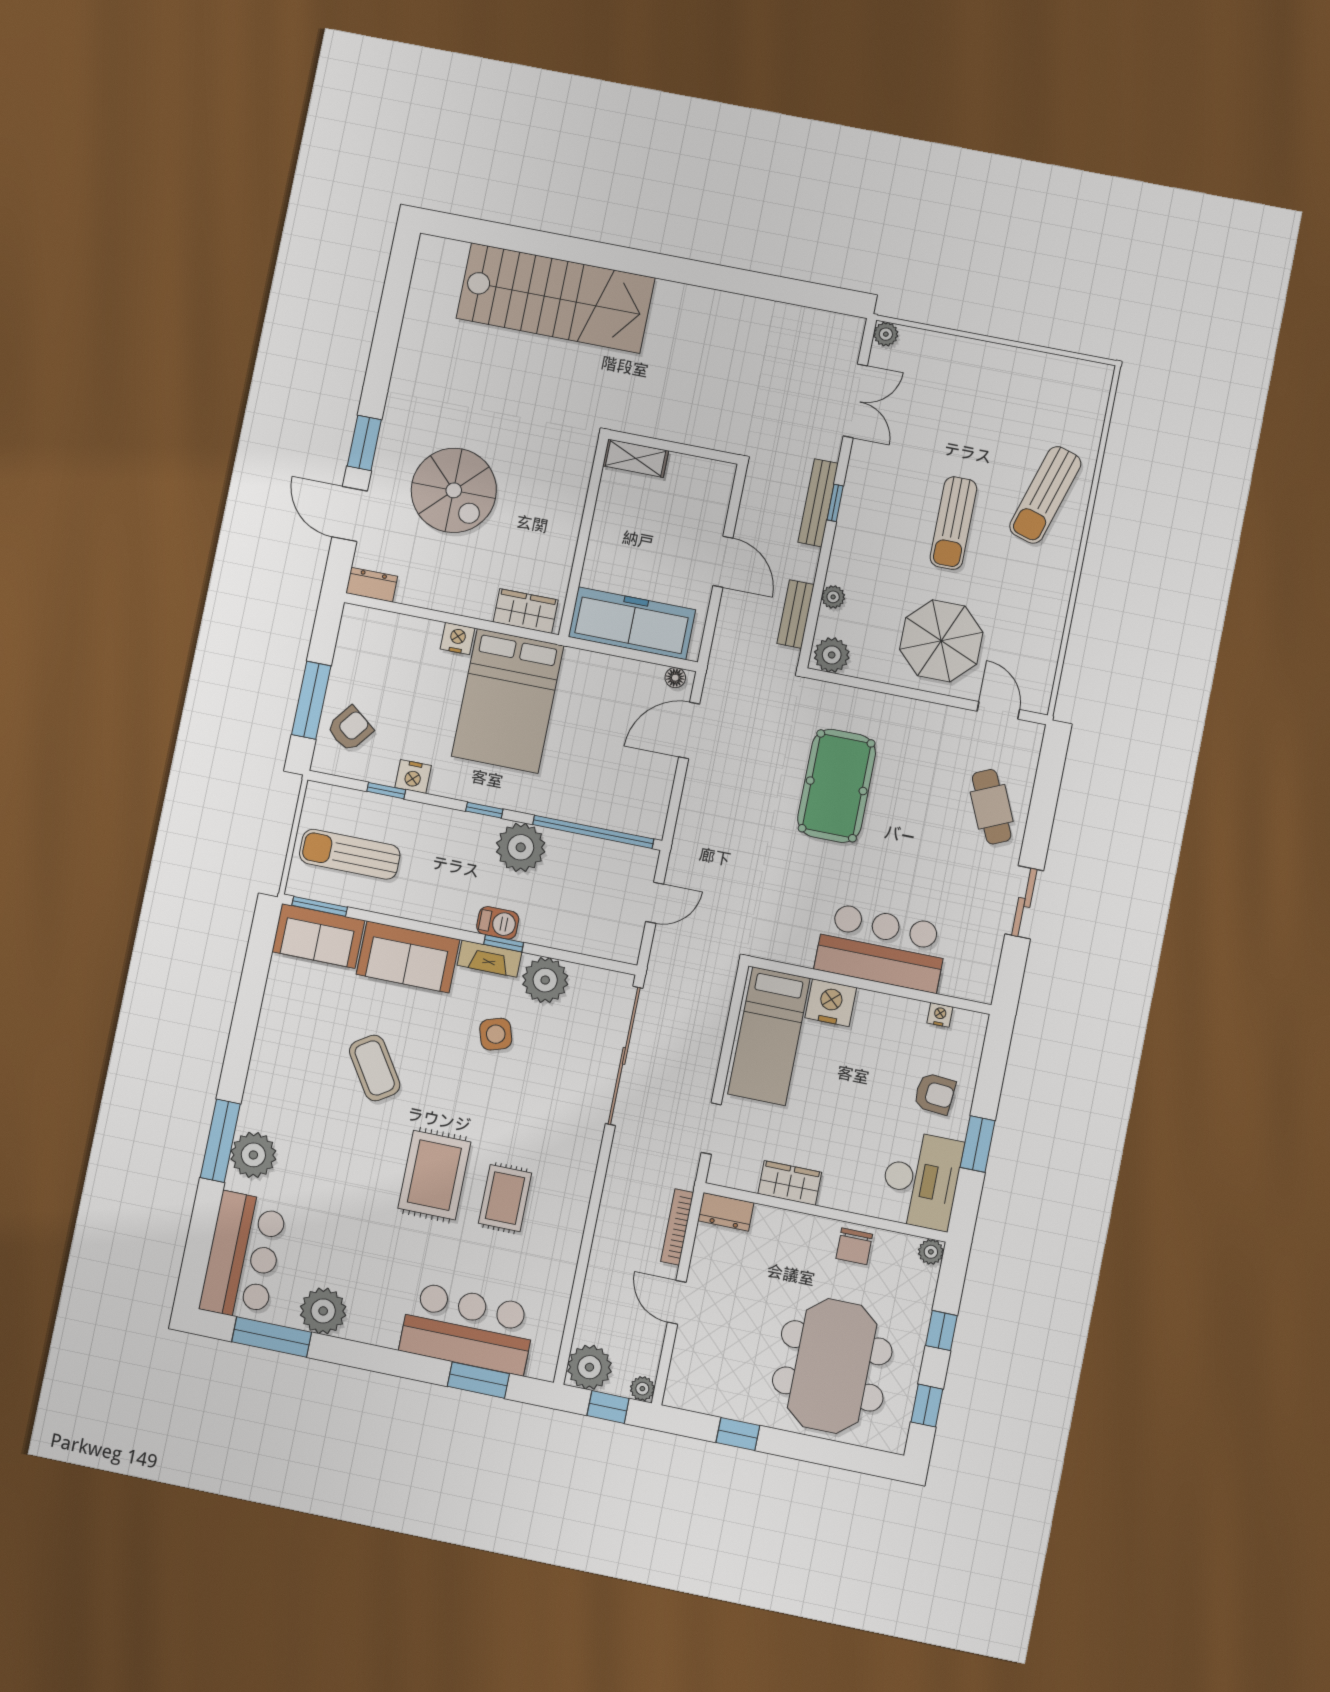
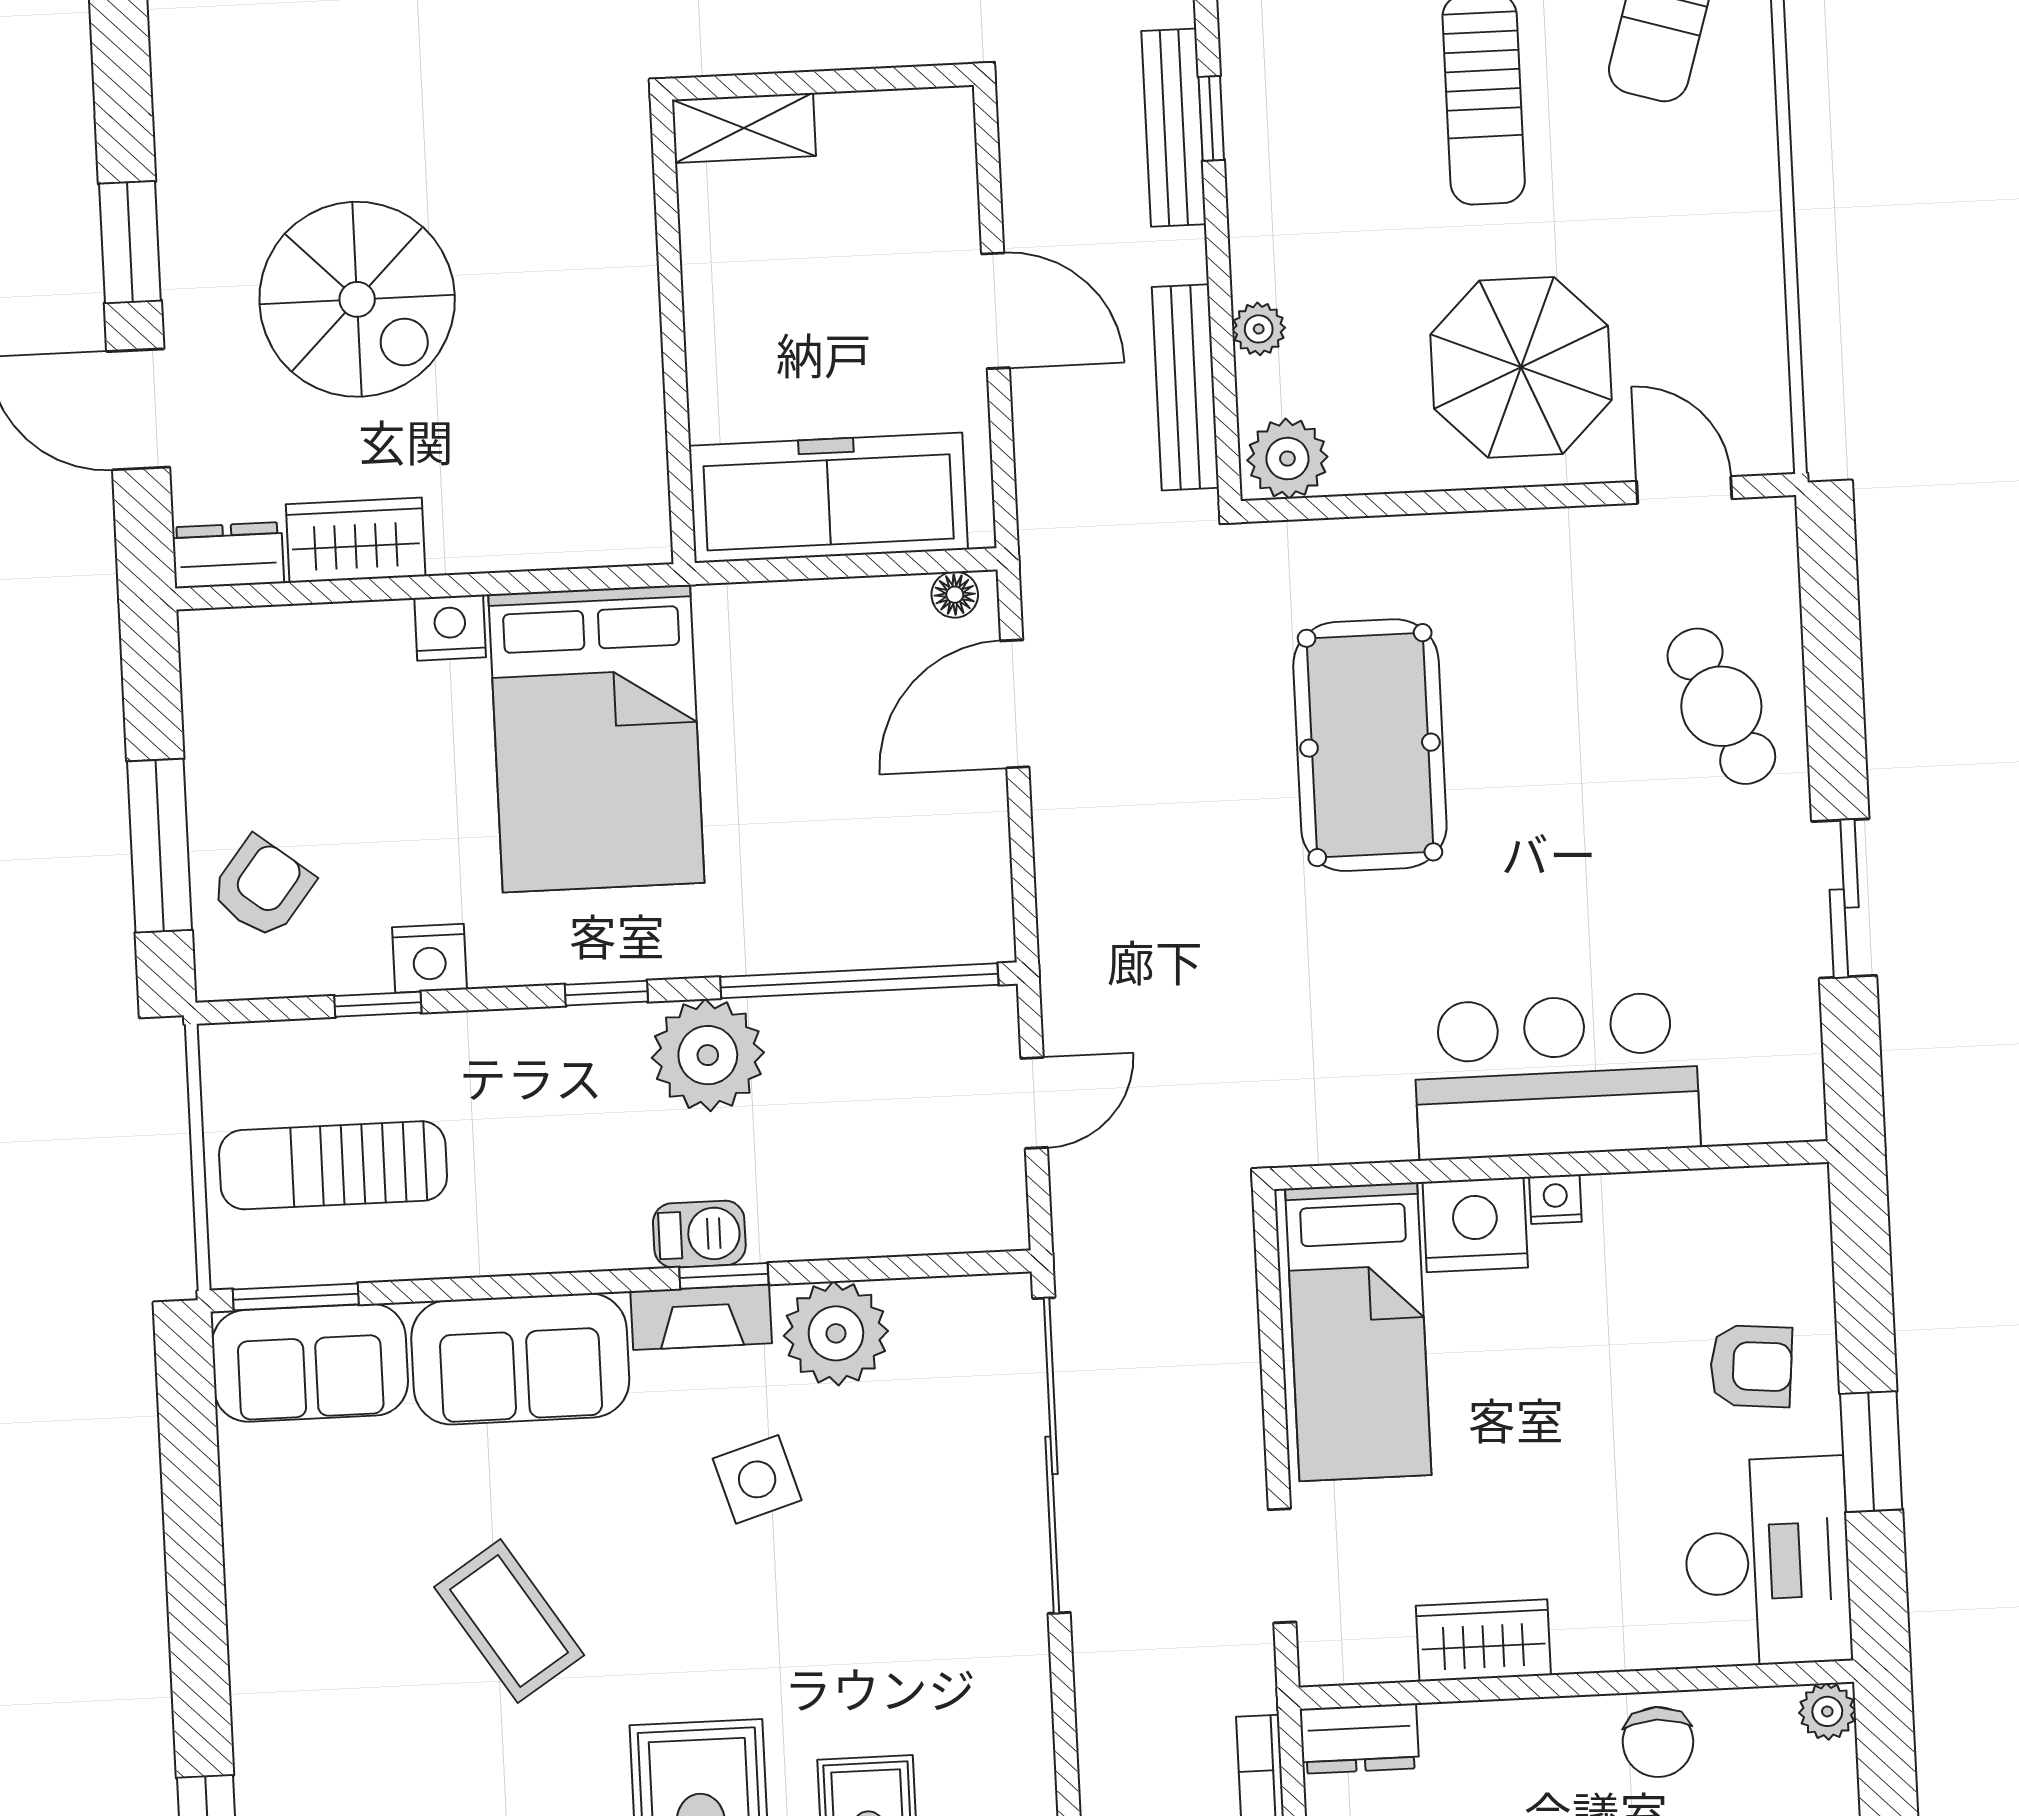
wardrobe: (526, 611) -> (356, 540), moved
bench: (796, 614) -> (1185, 387), width x1.36
nightstand: (940, 1015) -> (1555, 1199), moved

